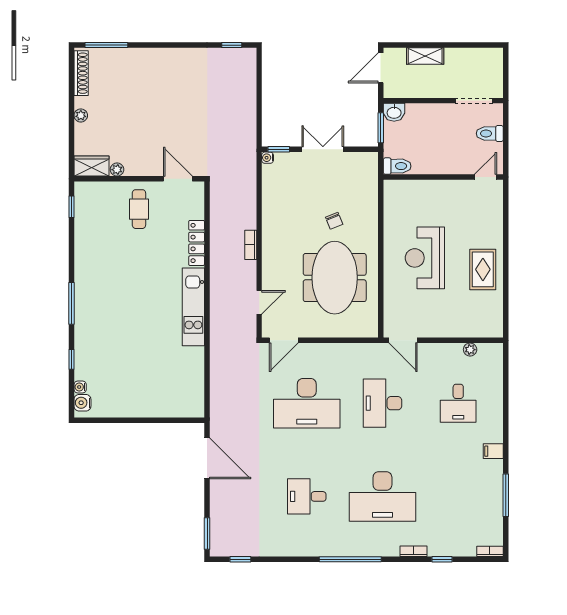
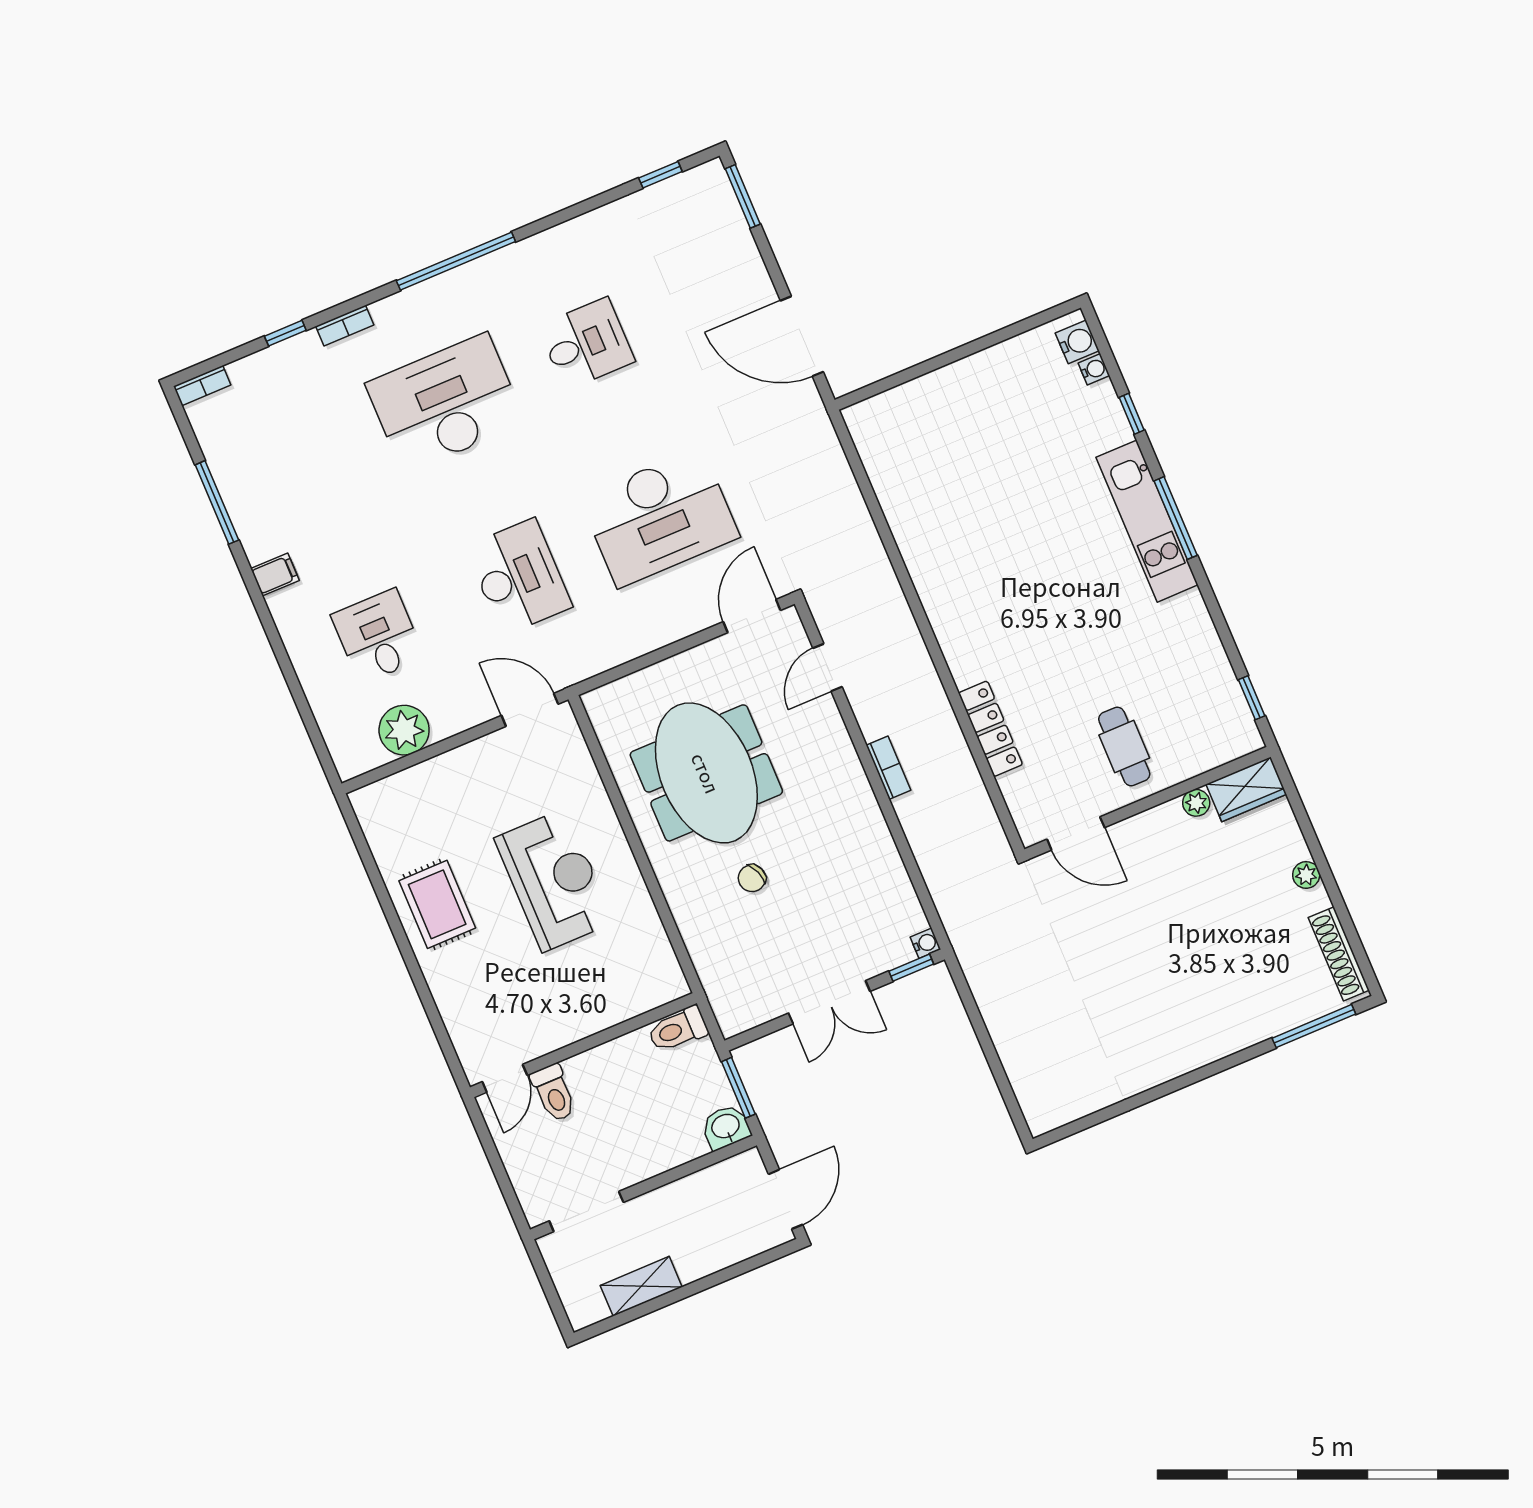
window: (232, 45) -> (1081, 1125), removed
shelving: (425, 56) -> (641, 1286), moved
toilet: (490, 133) -> (554, 1093), moved, turned 90
chair: (334, 221) -> (752, 878), turned -89
kitchen unit: (193, 307) -> (1147, 521), moved, turned 180
plant: (470, 350) -> (404, 730), width x1.87, depth x1.87
desk: (307, 403) -> (660, 517), turned 180

